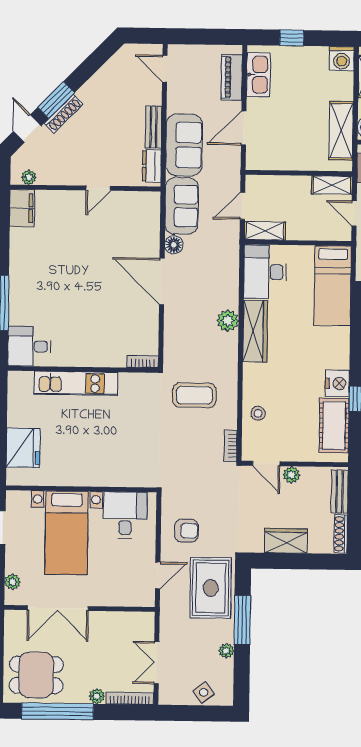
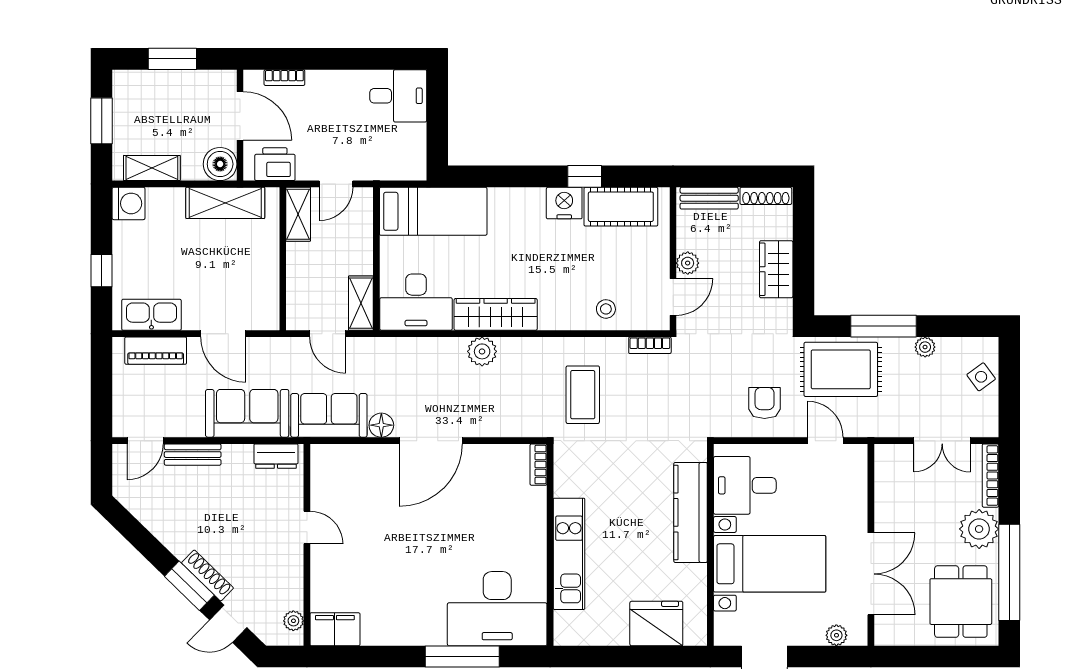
bench: (154, 127) -> (193, 455), moved
desk: (29, 346) -> (497, 609), width x1.87, depth x1.30
kitchen counter: (105, 474) -> (691, 512), added
plant: (97, 696) -> (979, 529), width x1.88, depth x1.88

